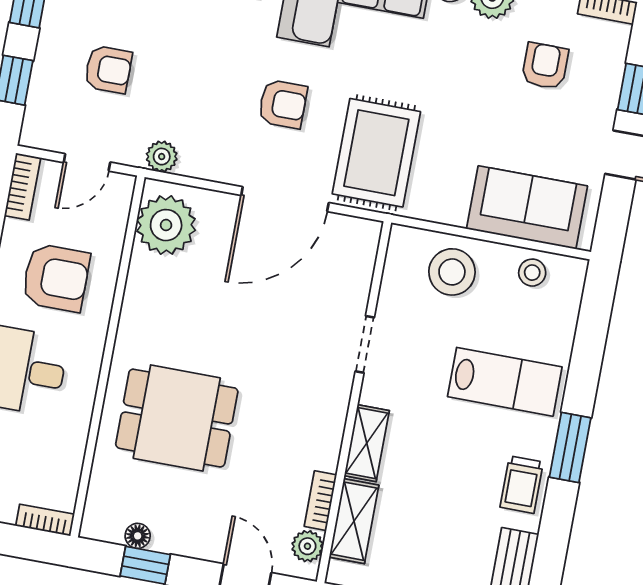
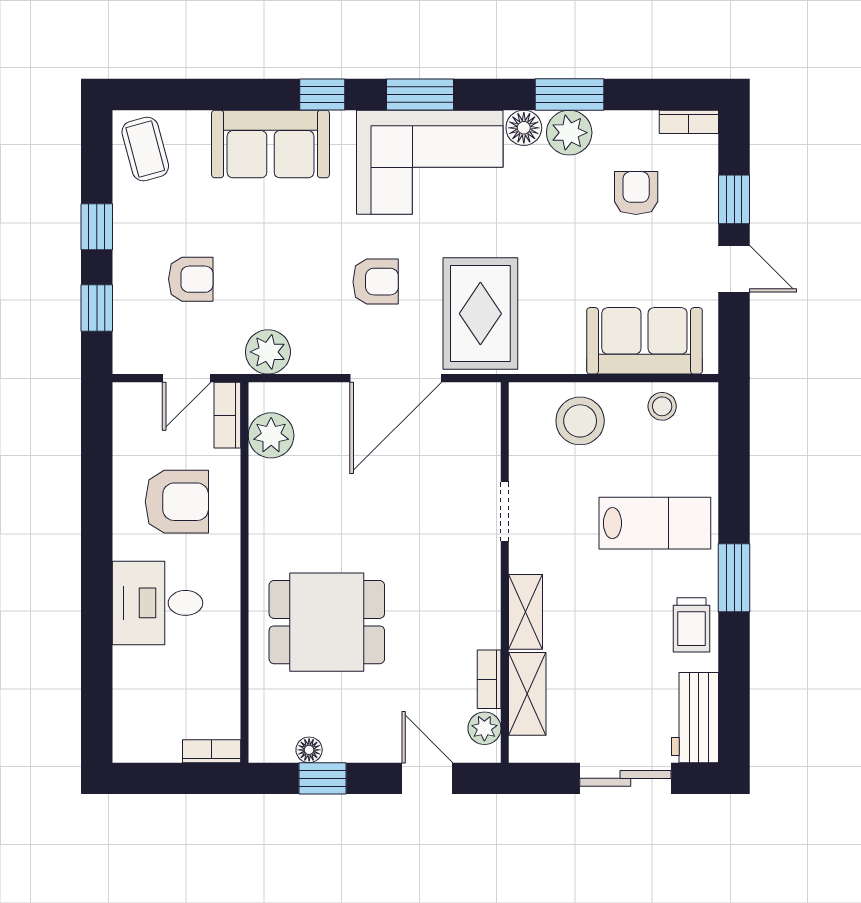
plant: (162, 157) -> (268, 352), width x1.38, depth x1.38
bookcase: (23, 187) -> (227, 415), moved, turned 180
plant: (166, 225) -> (271, 435), width x0.73, depth x0.73

